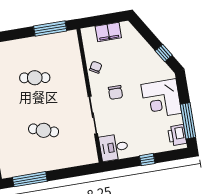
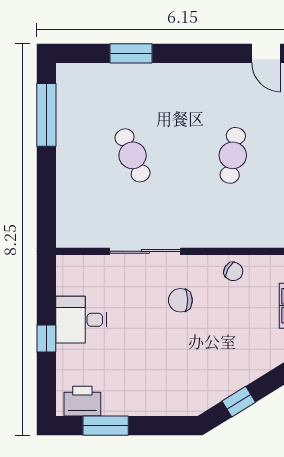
corner desk: (161, 99) -> (154, 383), removed
window: (188, 121) -> (106, 426), width x0.69
cafe table: (44, 130) -> (133, 155), turned -42
desk: (114, 147) -> (81, 320), moved, turned -90

